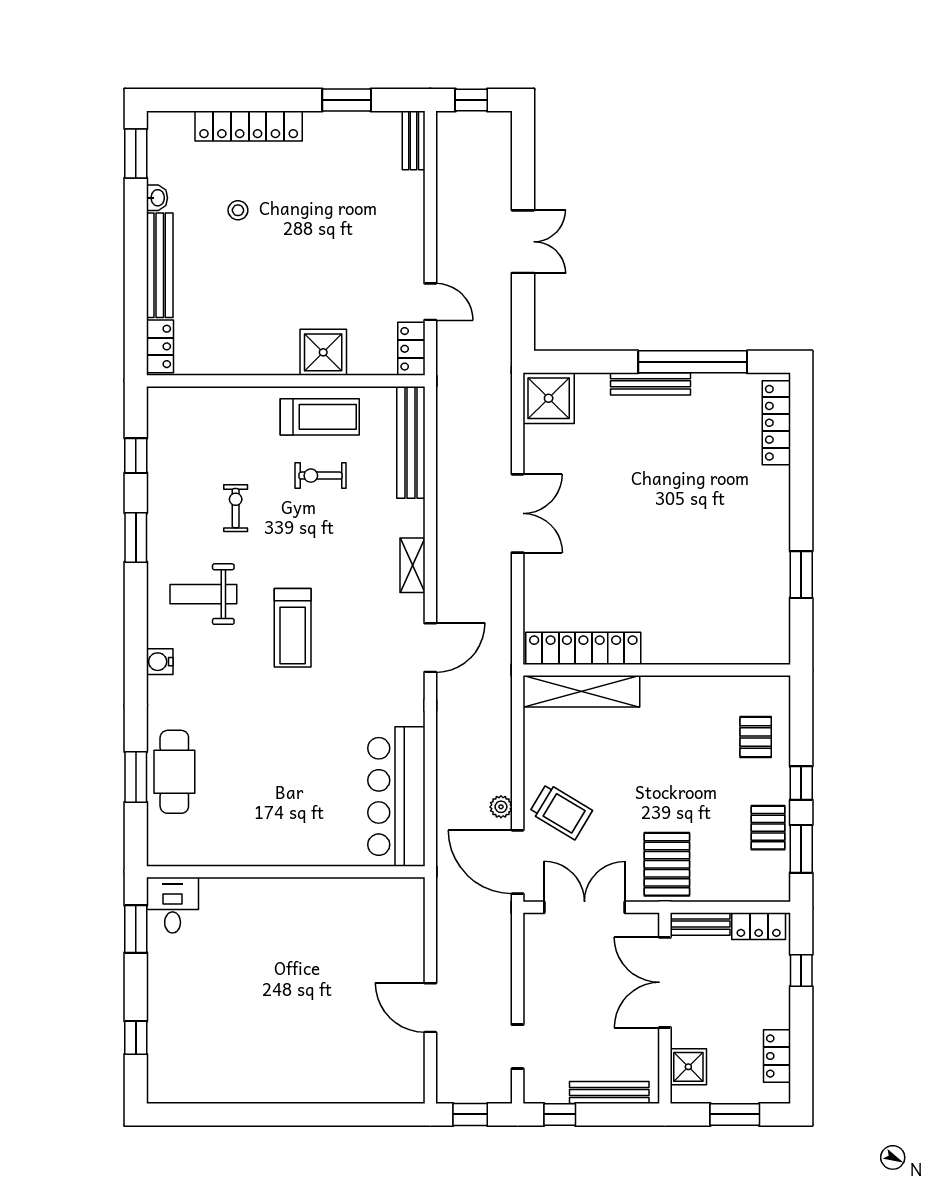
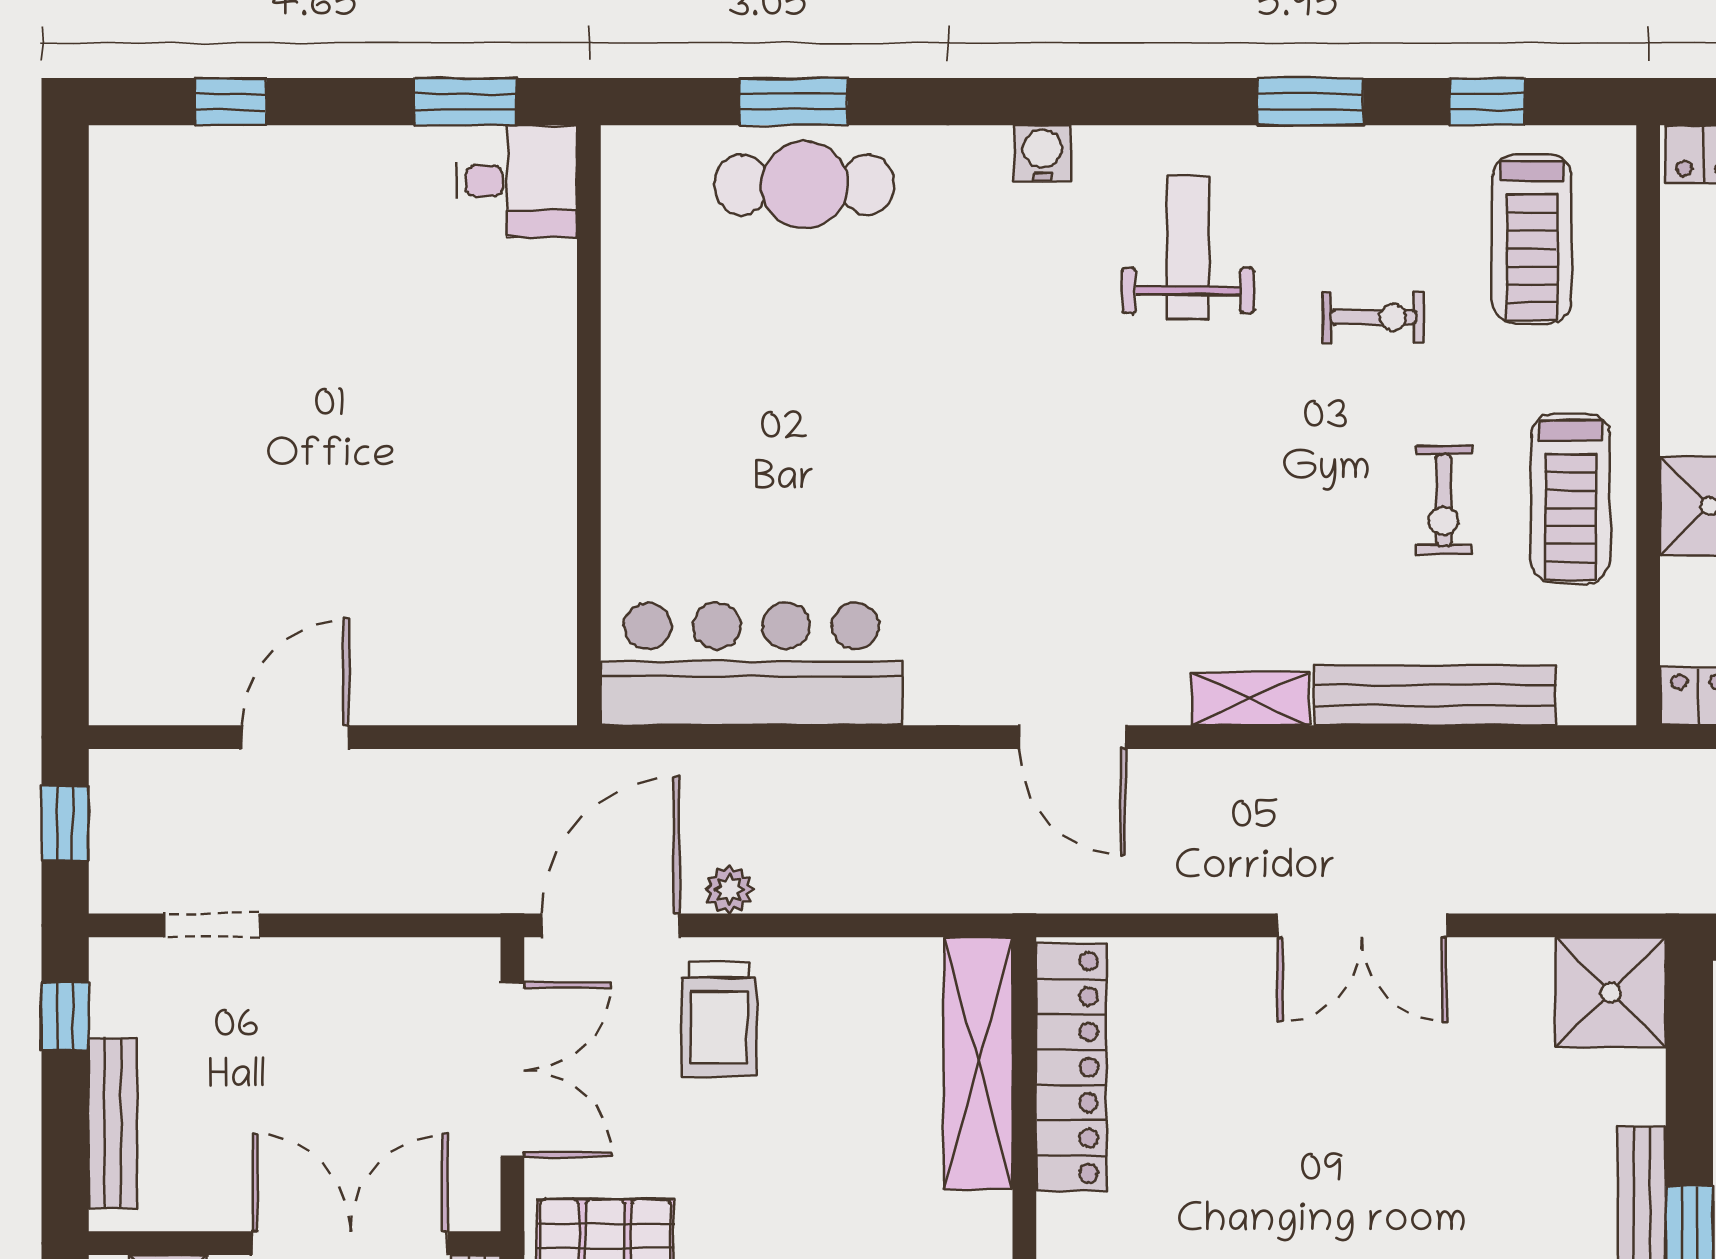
bench: (411, 442) -> (1435, 695), moved
exercise bike: (320, 476) -> (1444, 500), turned 180
treadmill: (293, 628) -> (1532, 239), moved, turned -90
trolley: (561, 811) -> (719, 1019), turned -31

